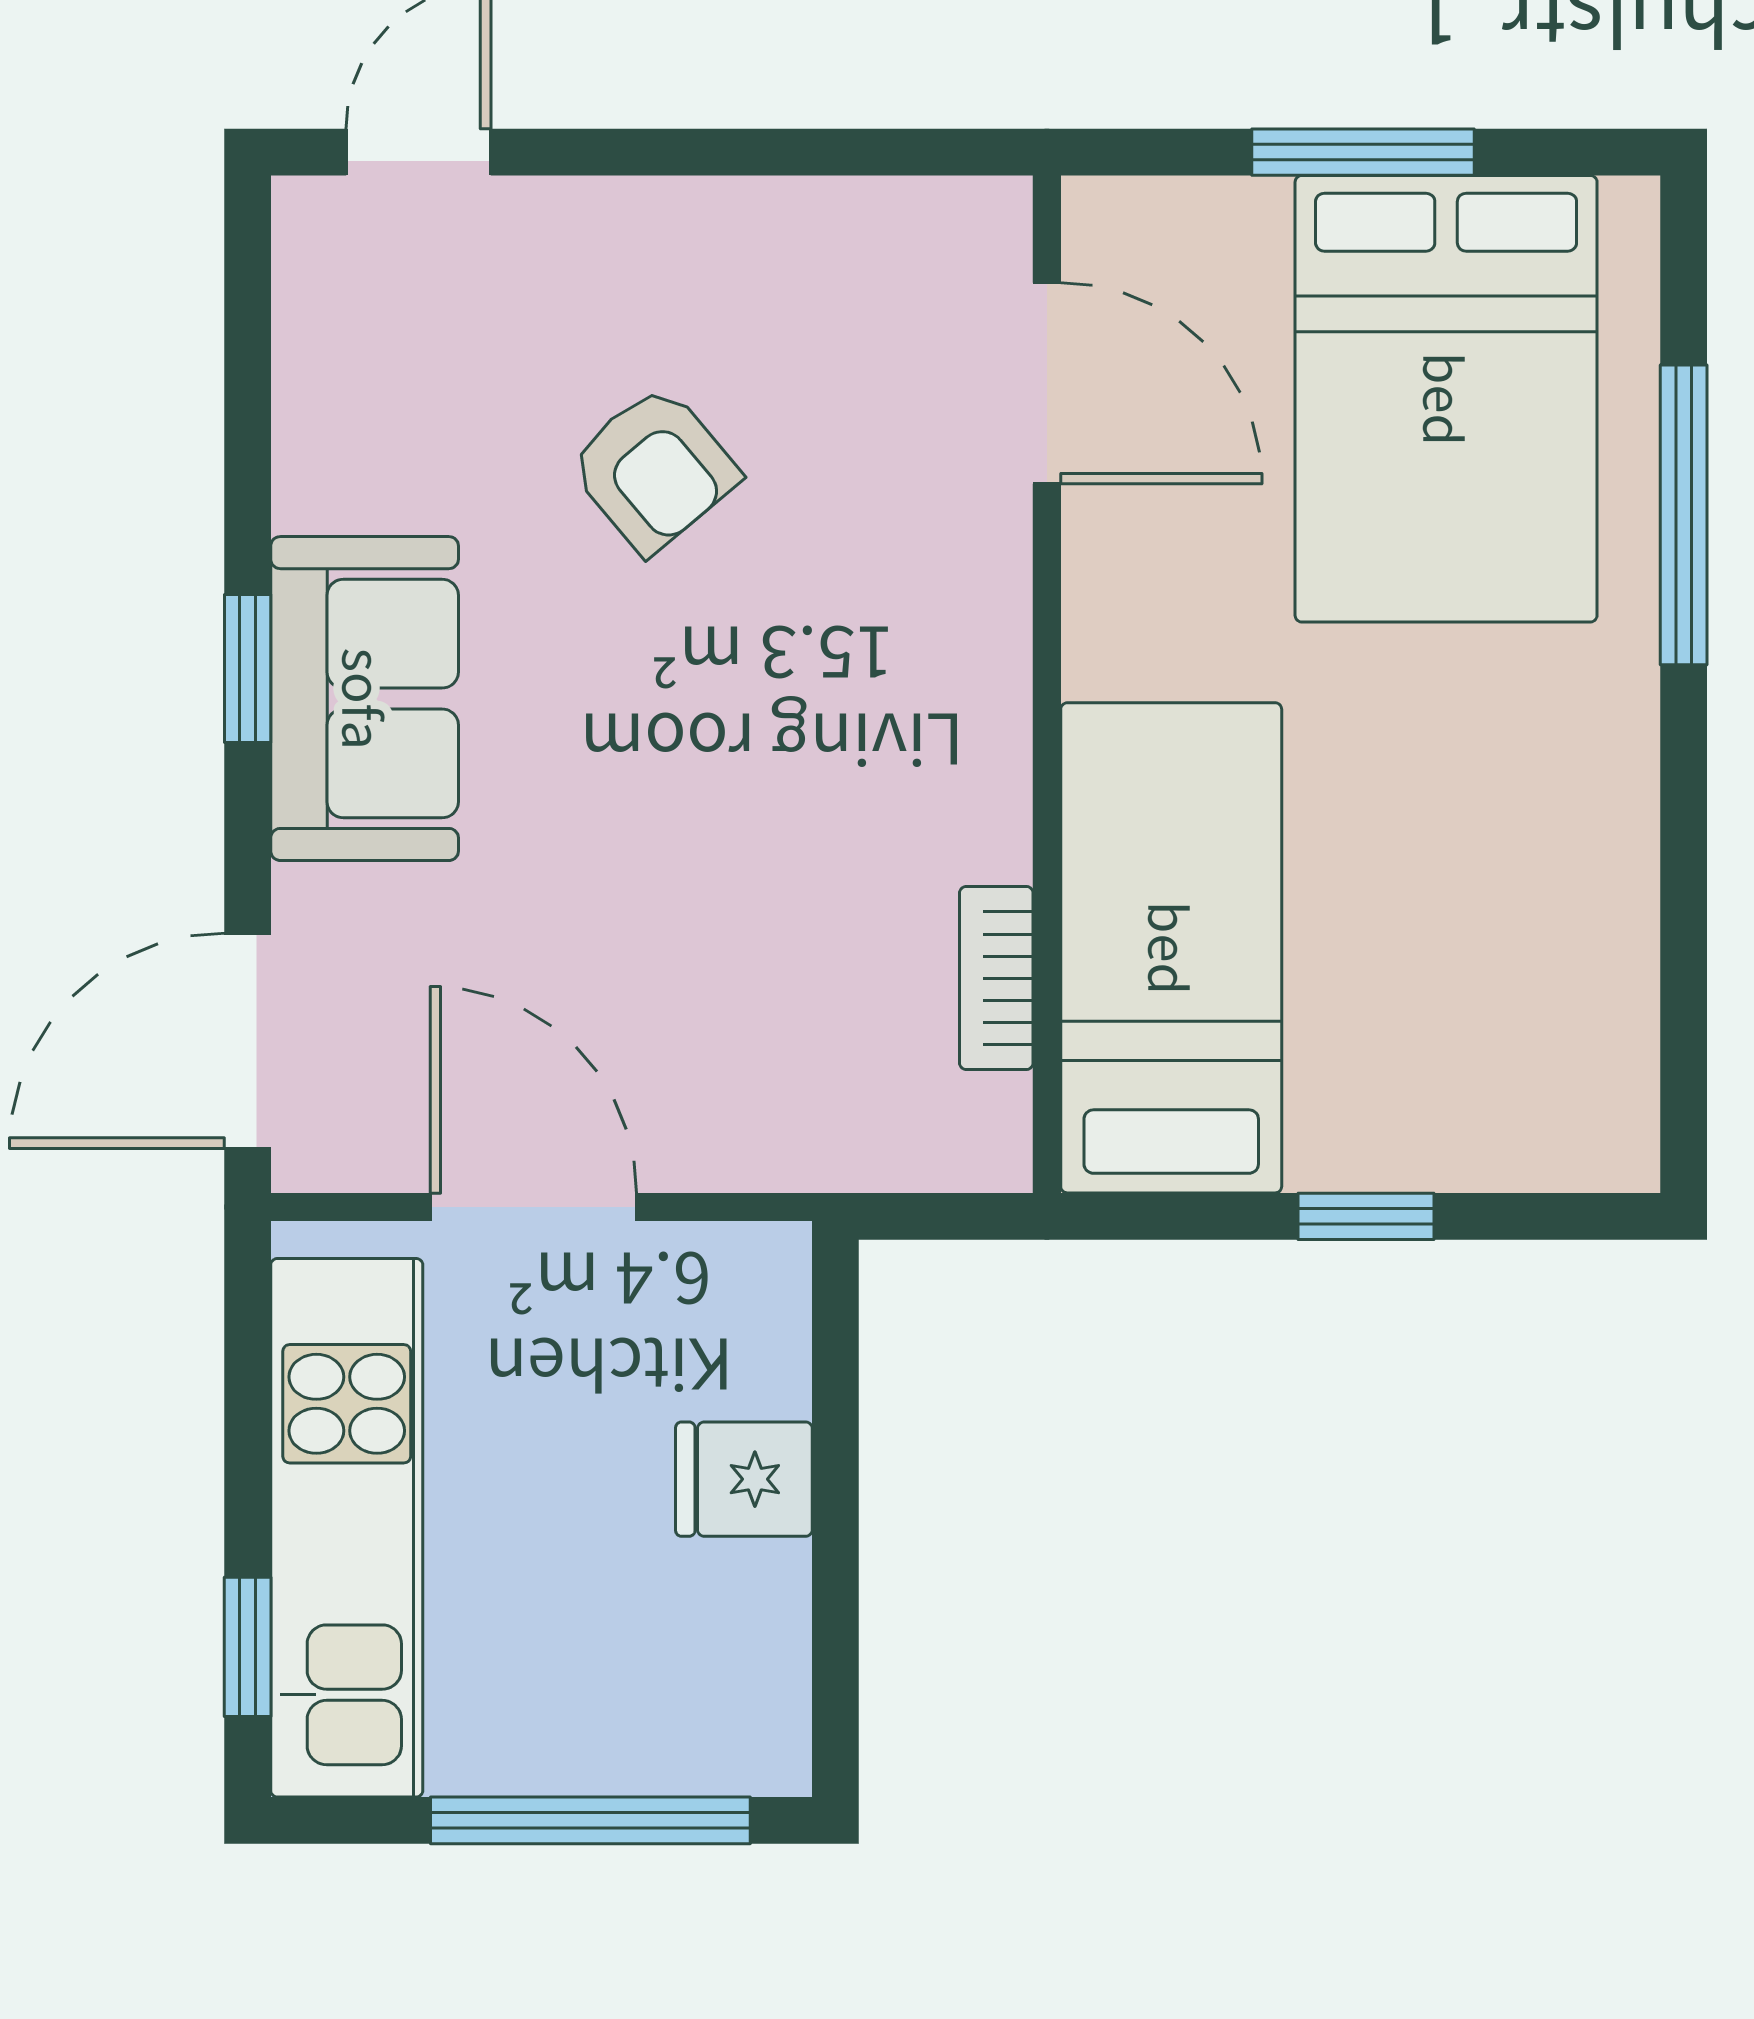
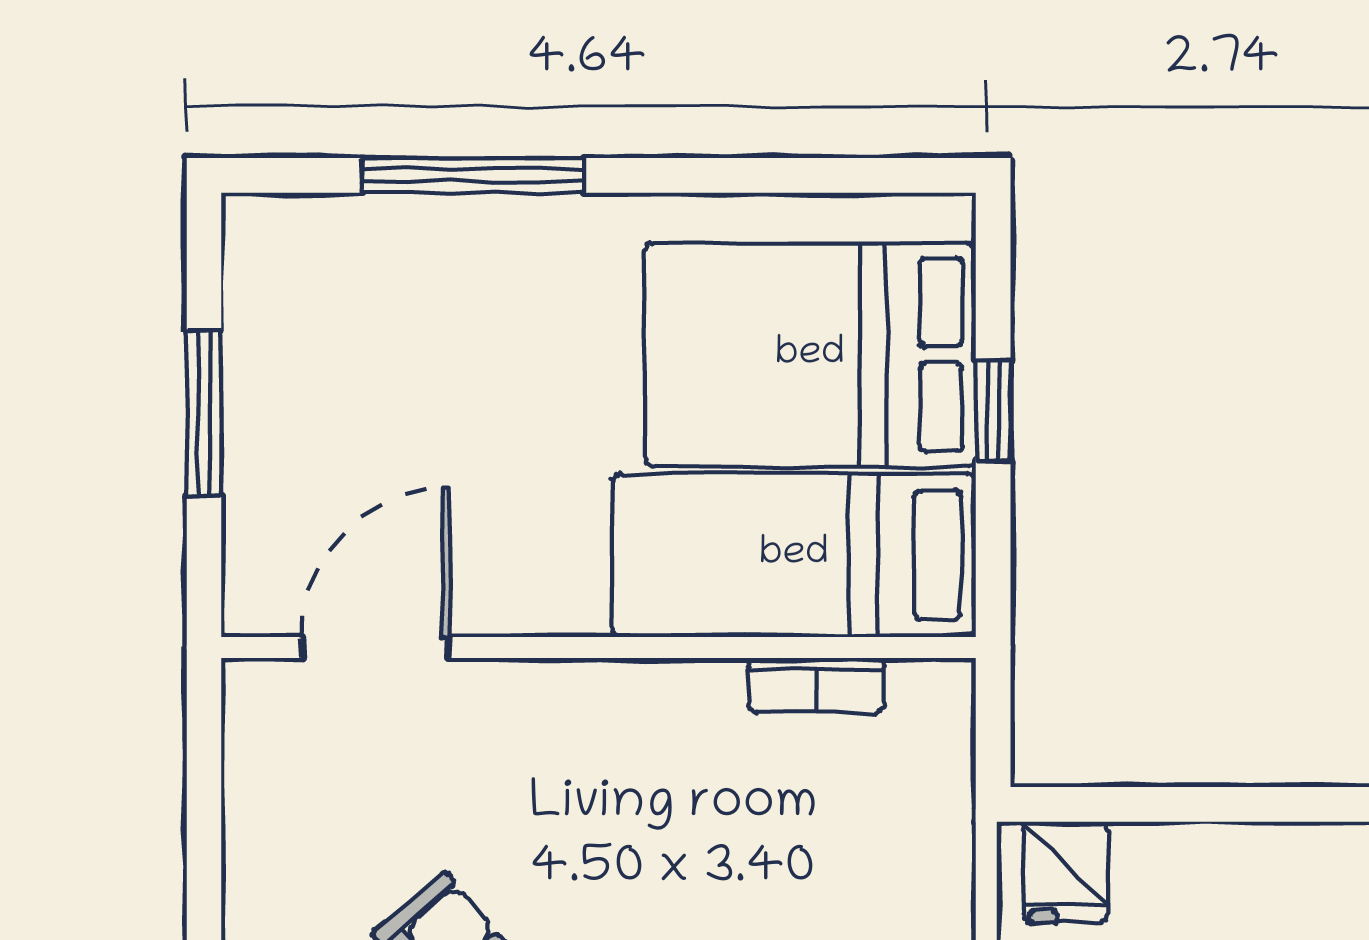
bed: (1446, 399) -> (810, 355), moved, turned 180
fridge: (744, 1479) -> (1066, 872), moved

